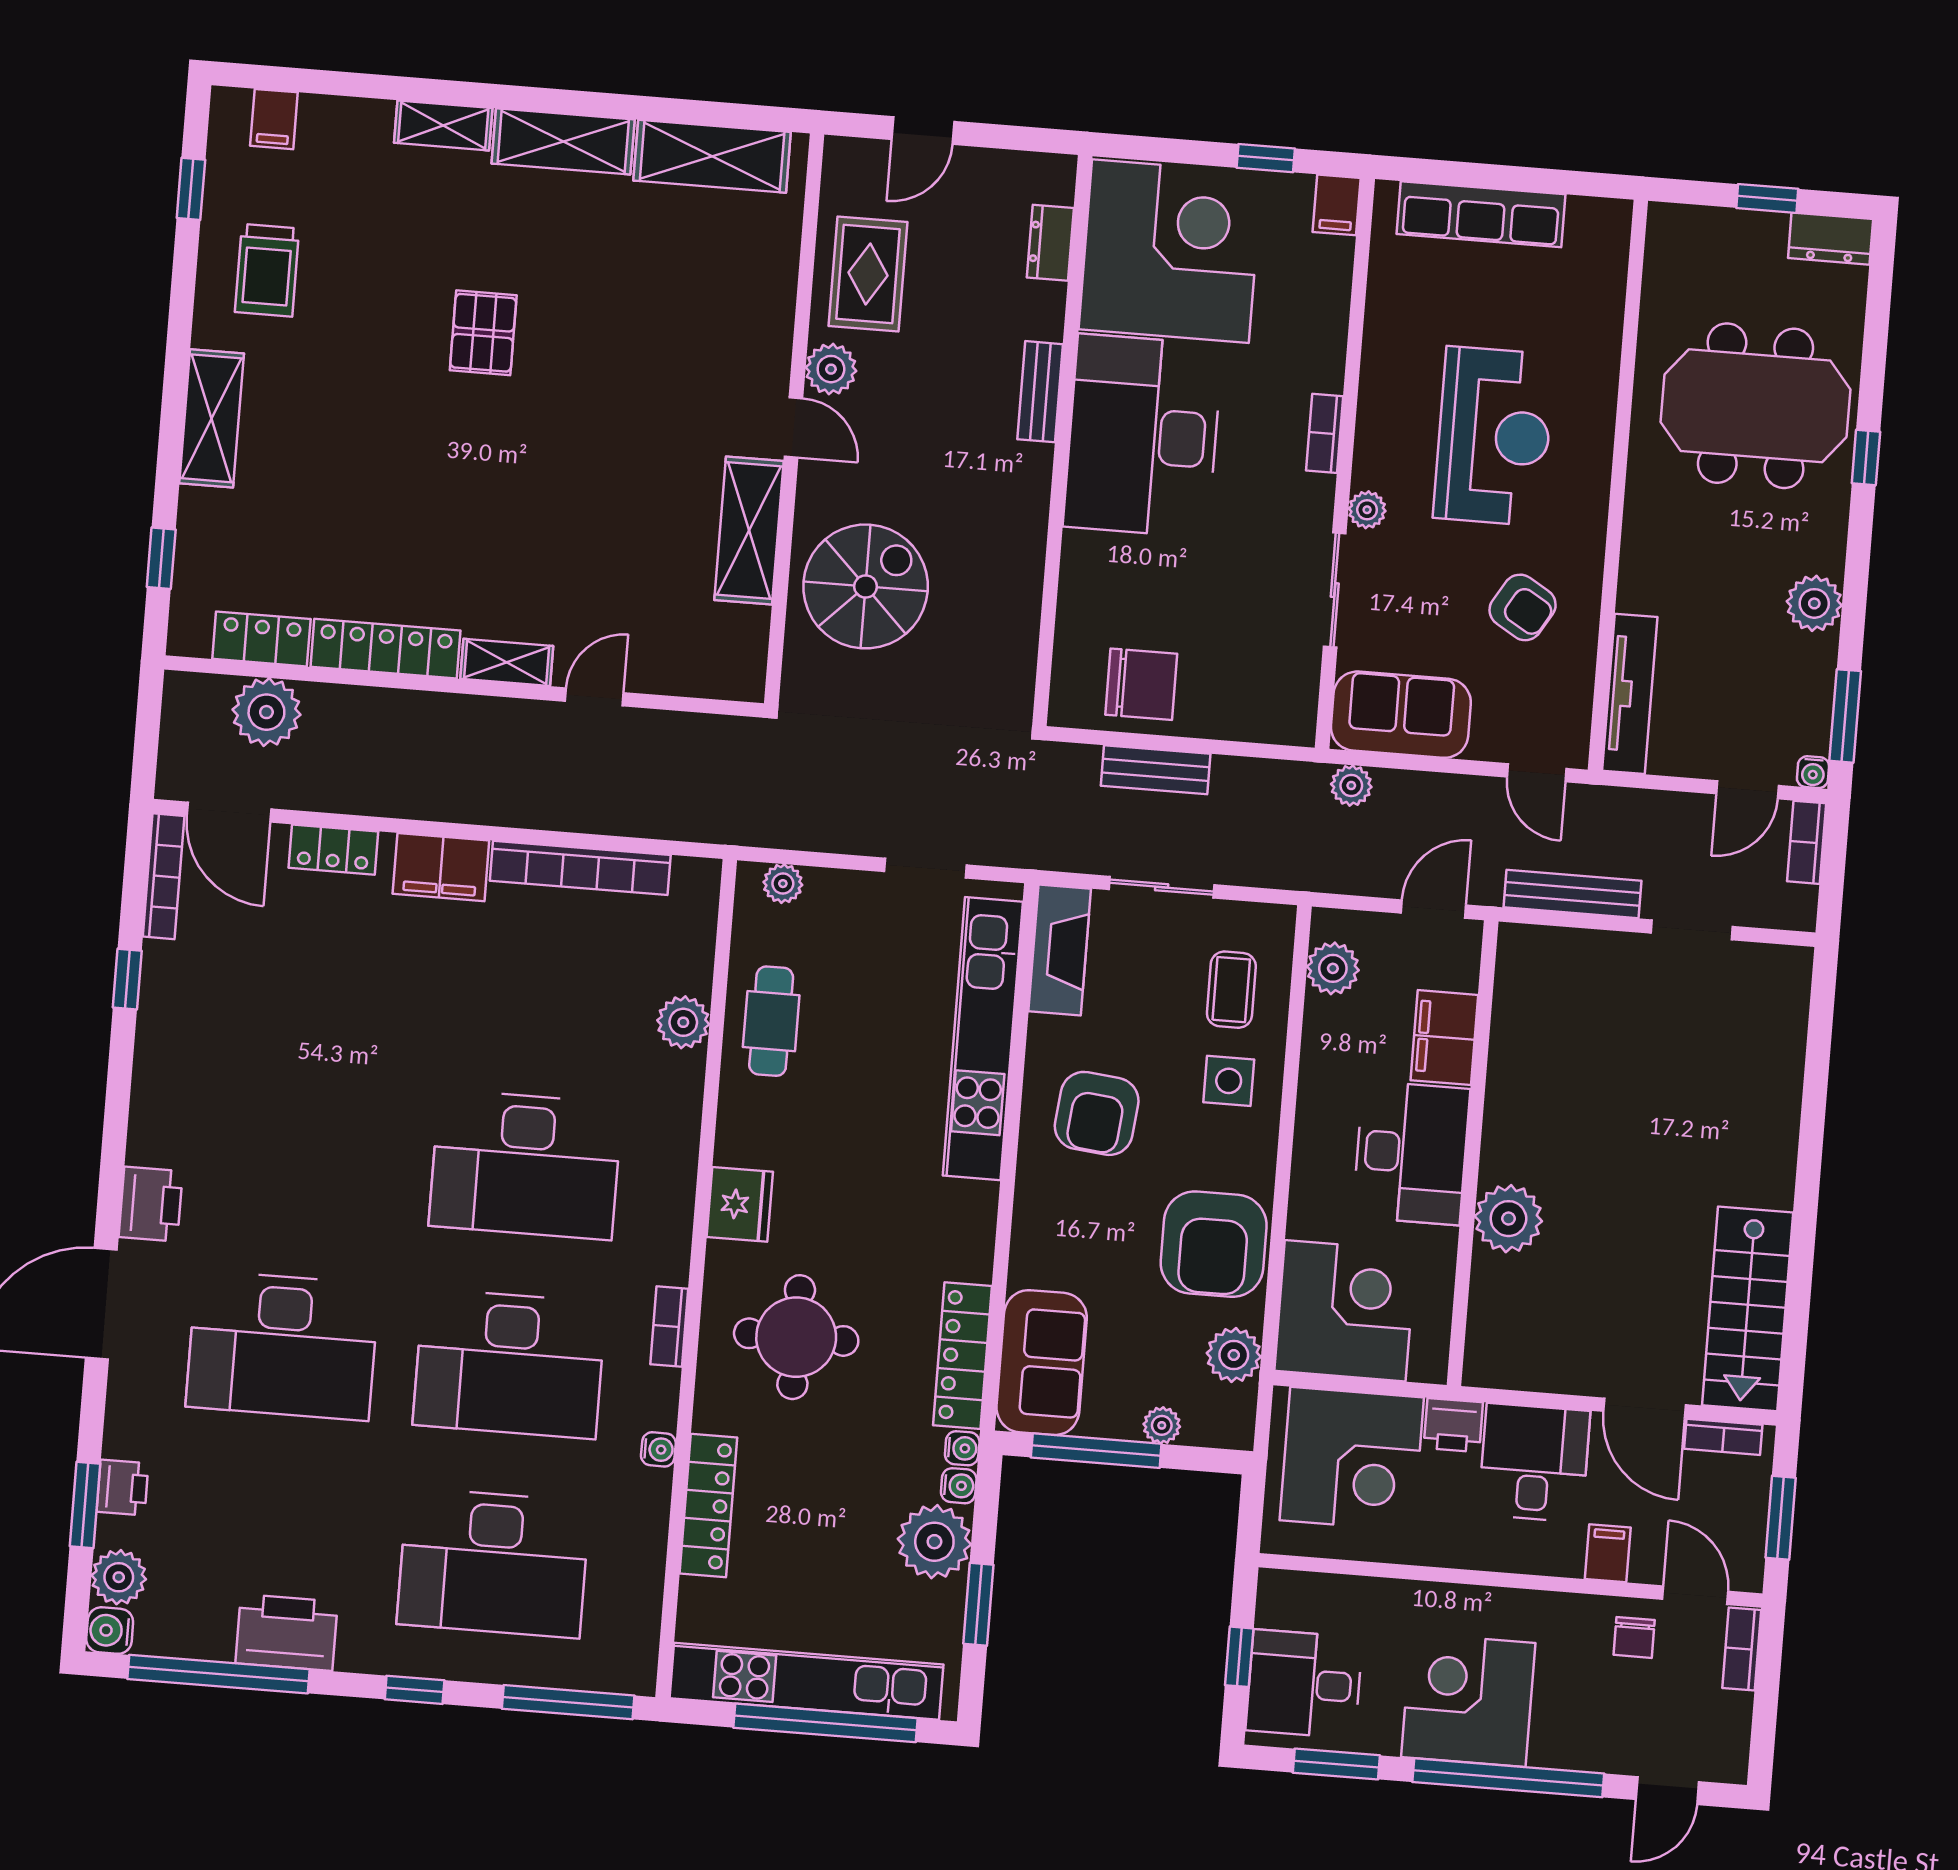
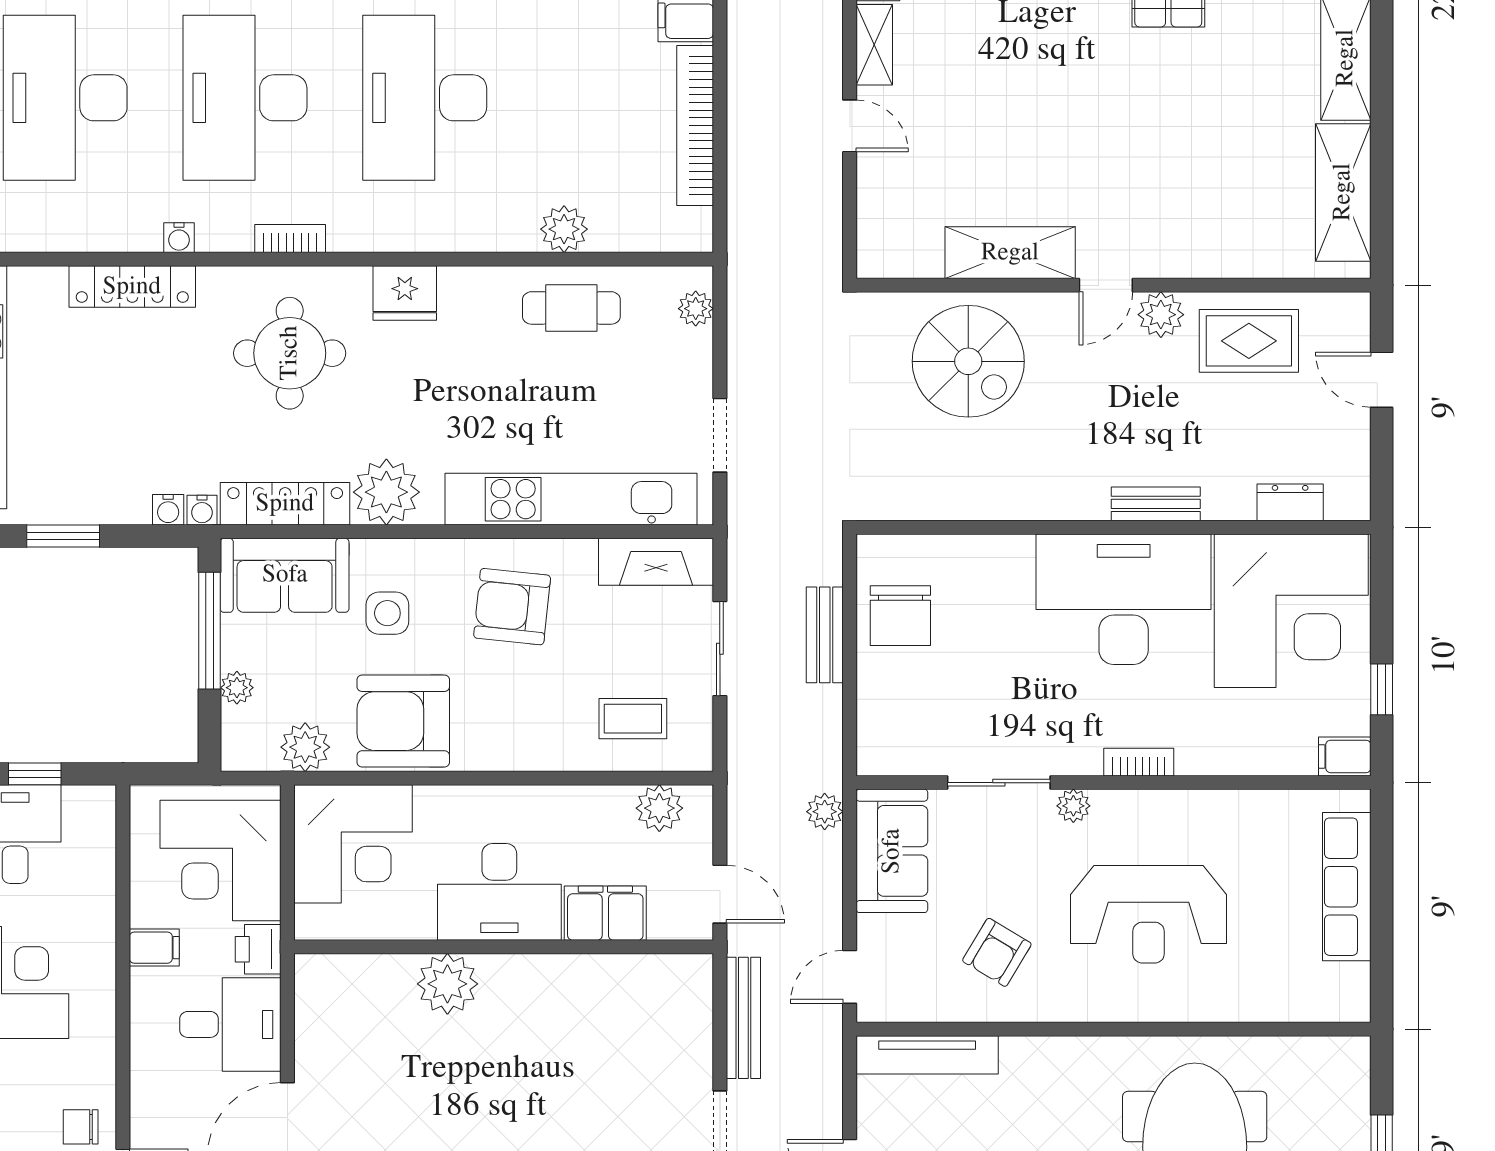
side table: (1229, 1081) -> (387, 613), moved
plant: (934, 1542) -> (386, 492), moved
filing cabinet: (1608, 1553) -> (154, 948), moved

